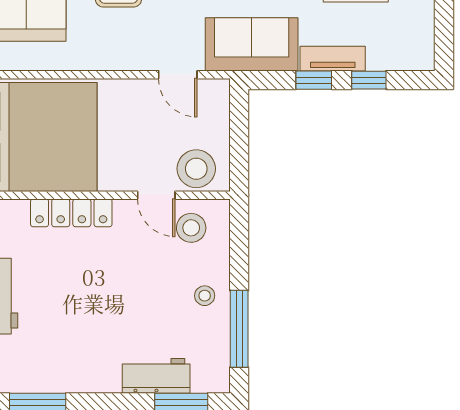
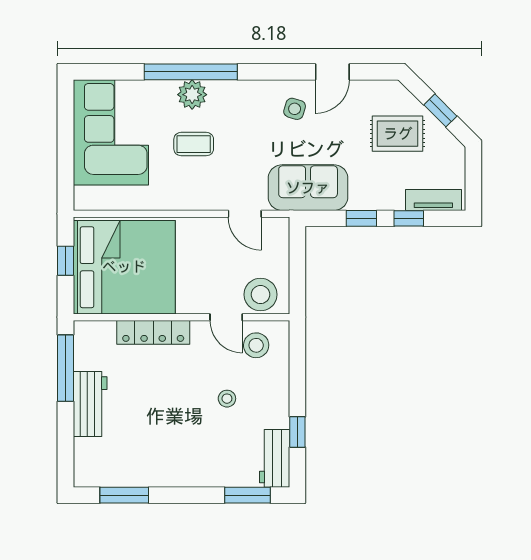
tv unit: (333, 59) -> (433, 200), moved
stool: (205, 296) -> (227, 399), moved
window: (239, 329) -> (297, 432), width x0.46
workbench: (156, 376) -> (275, 458), moved, turned -90

